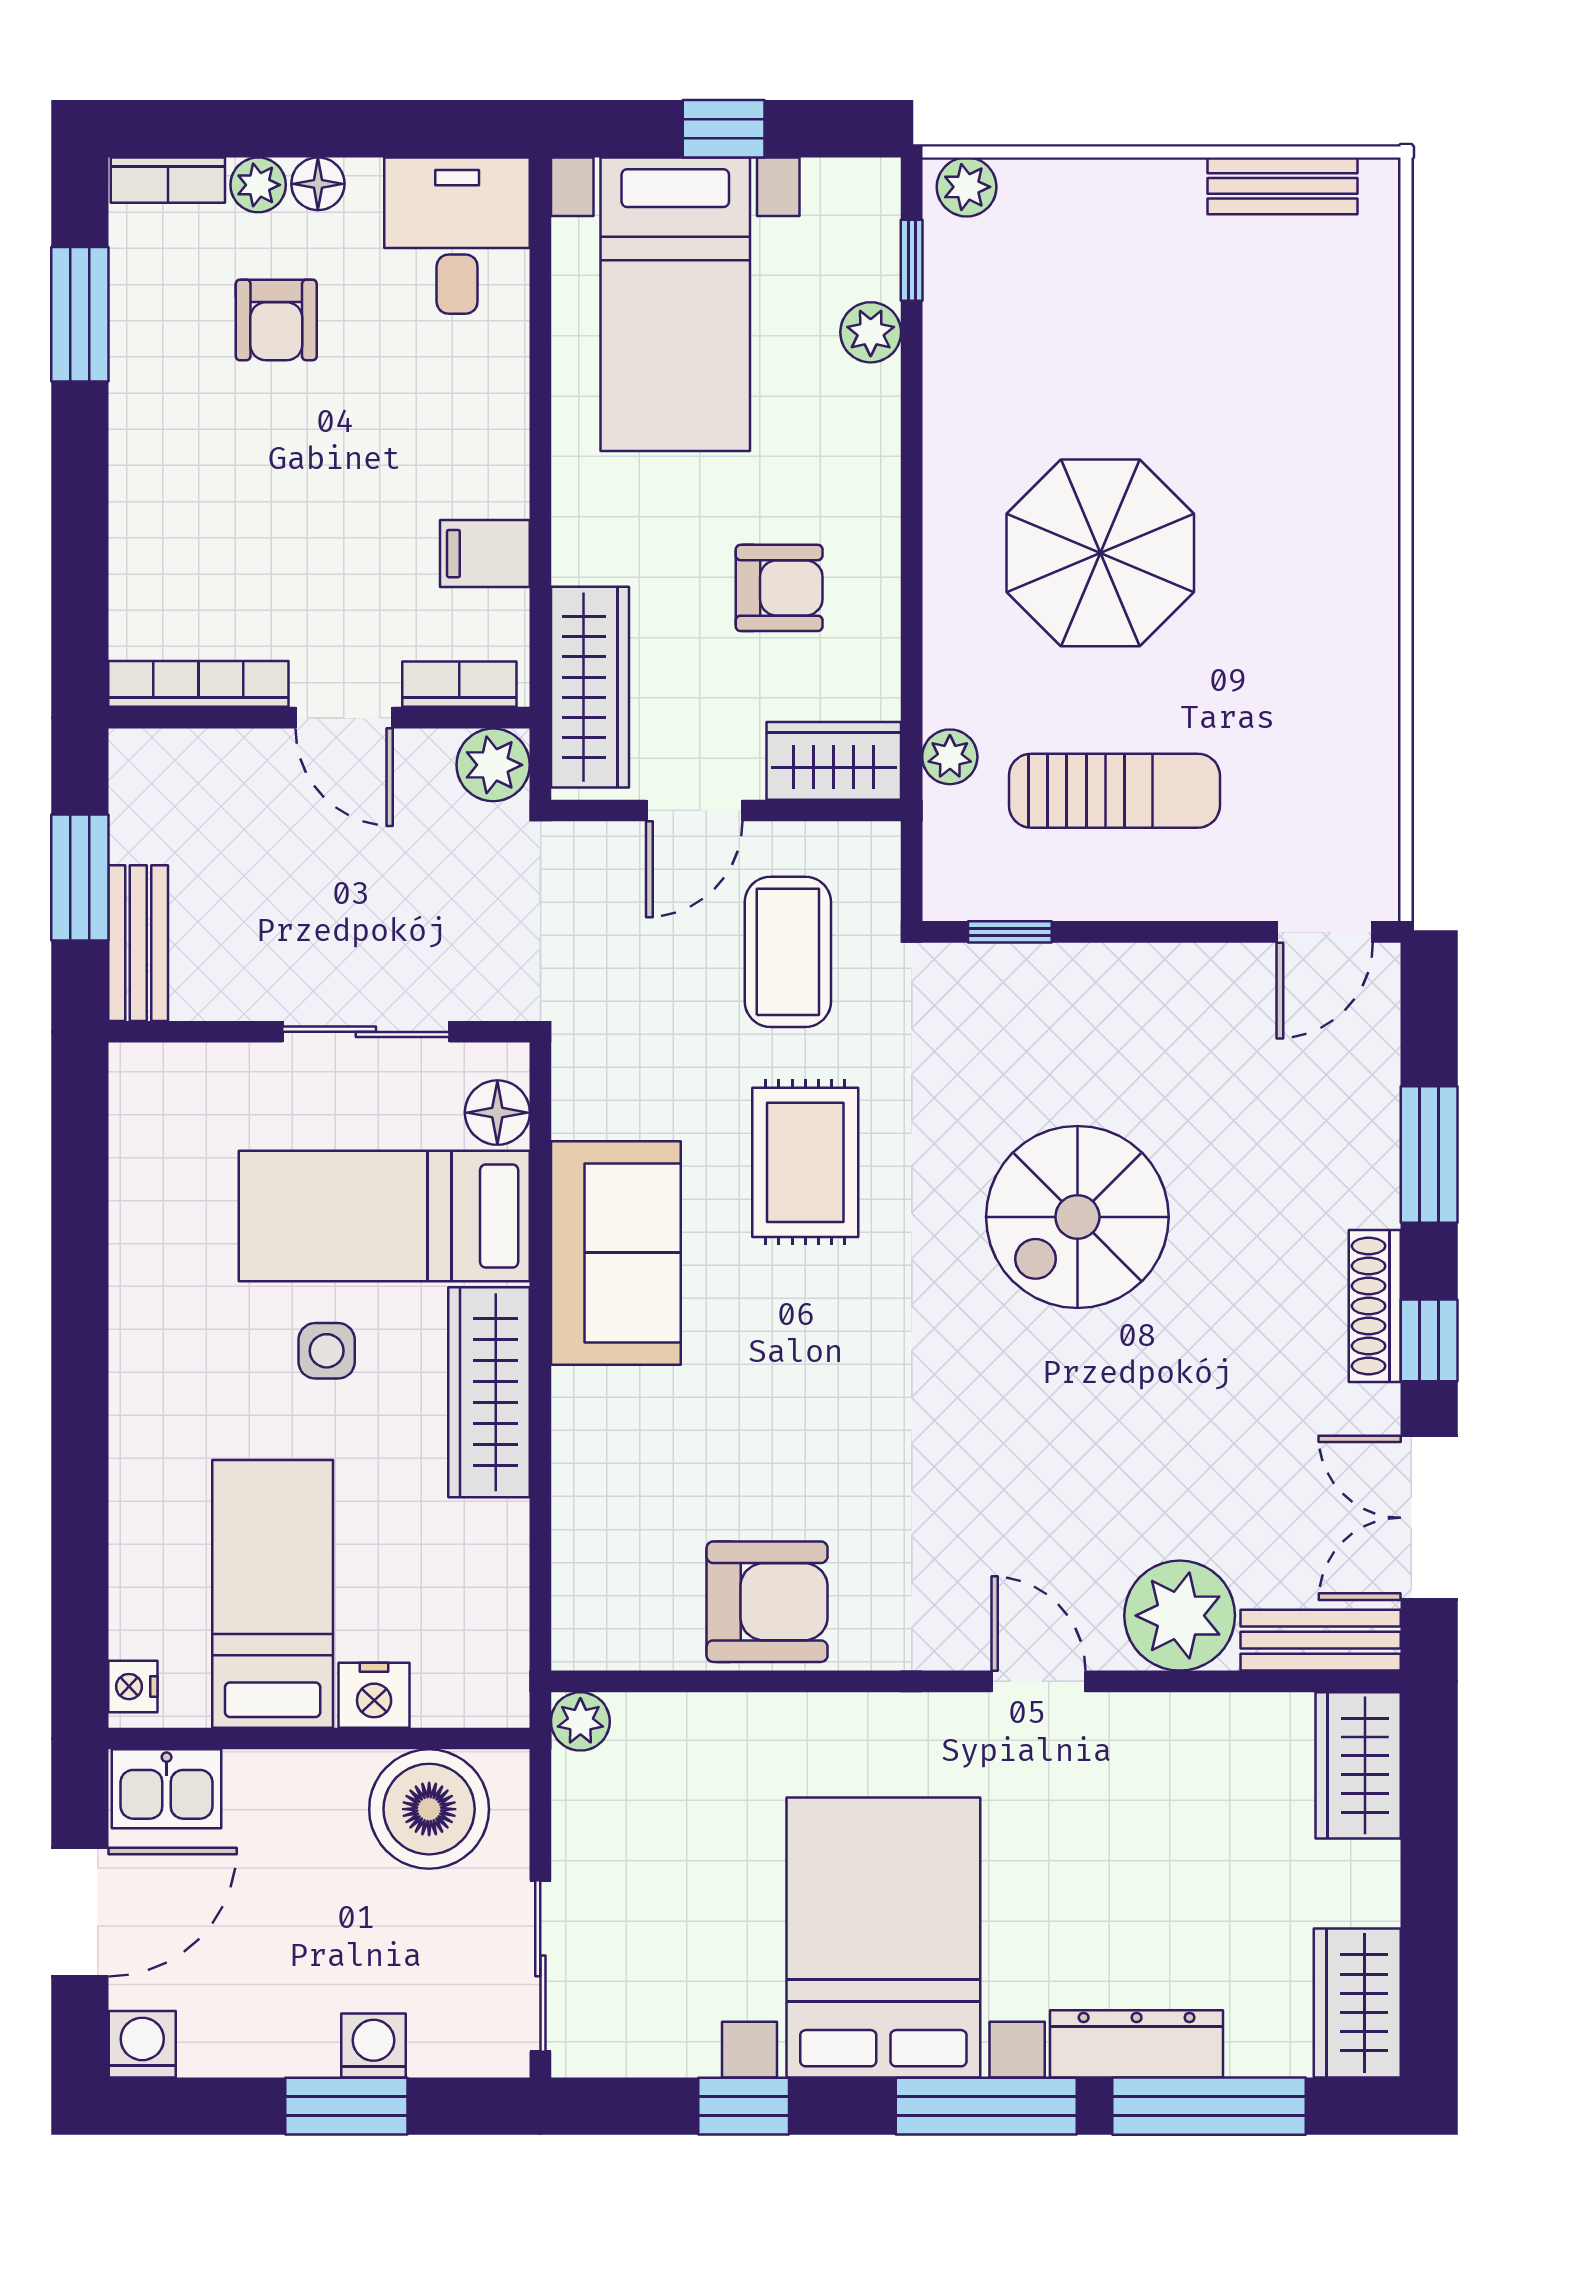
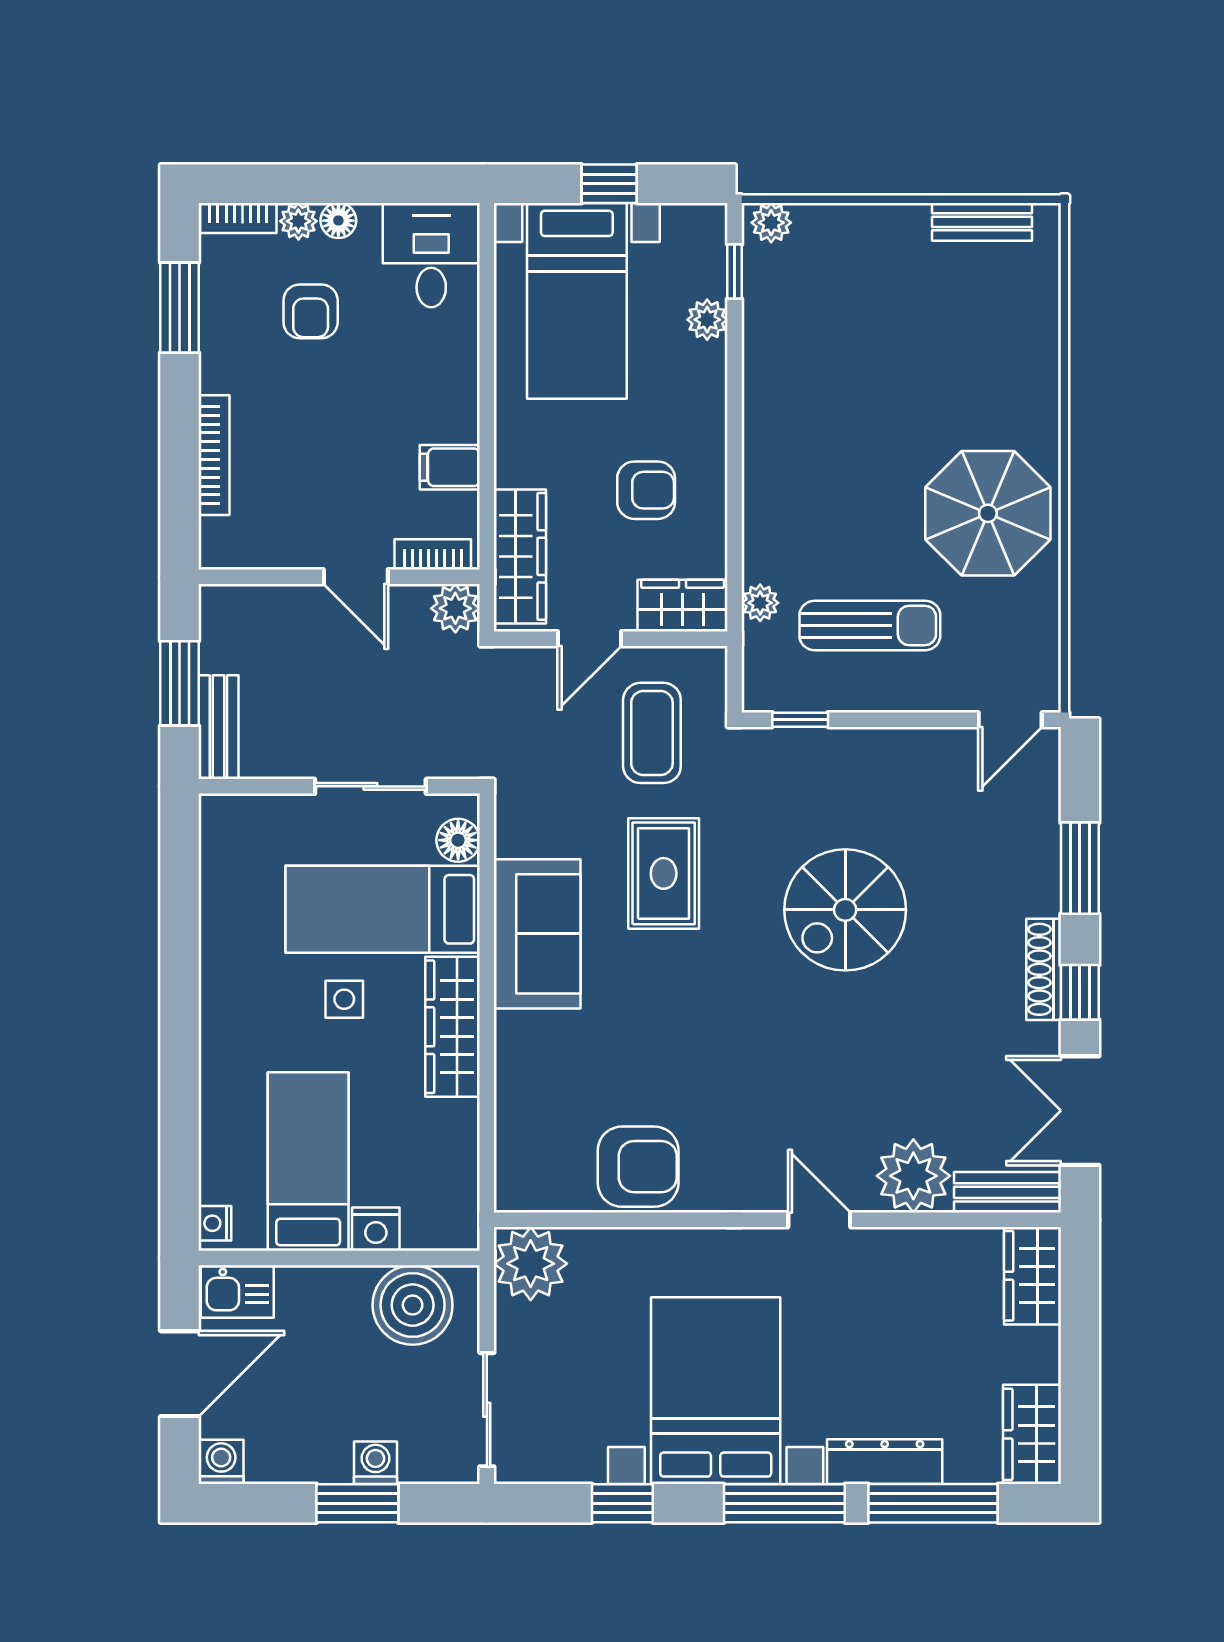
parasol: (1100, 553) -> (988, 513), moved
bookcase: (198, 684) -> (214, 455), moved, turned 90
plant: (580, 1721) -> (531, 1264), width x1.88, depth x1.88

